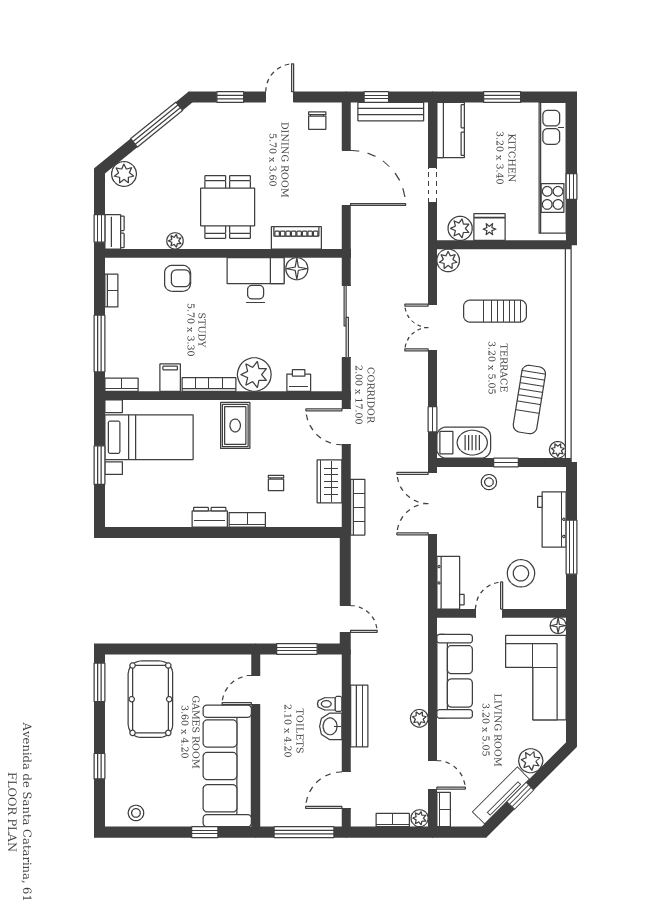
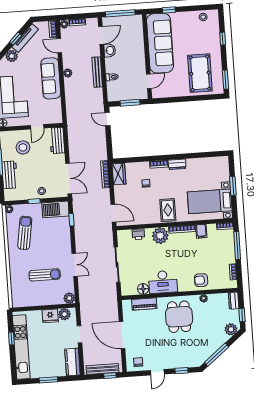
window: (99, 228) -> (242, 315), moved
wardrobe: (329, 481) -> (119, 174), moved
sofa: (455, 676) -> (51, 78), moved
washbasin: (331, 726) -> (110, 50), moved

